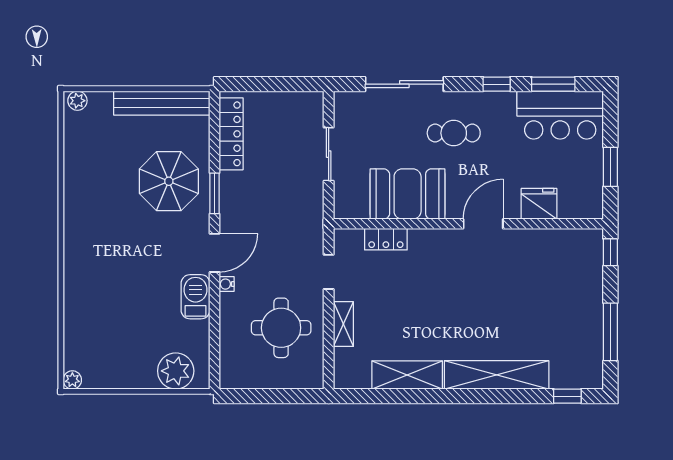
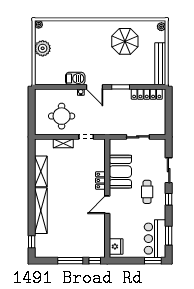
sliding door: (404, 84) -> (169, 170), width x0.73
window: (497, 84) -> (169, 199), moved
window: (610, 167) -> (153, 261), moved
parasol: (169, 181) -> (125, 41), moved
fridge: (539, 204) -> (116, 246), moved
door: (483, 224) -> (107, 205), swing flipped
locker: (386, 239) -> (100, 180), moved
window: (610, 332) -> (70, 261), moved
plant: (176, 371) -> (43, 48), moved

